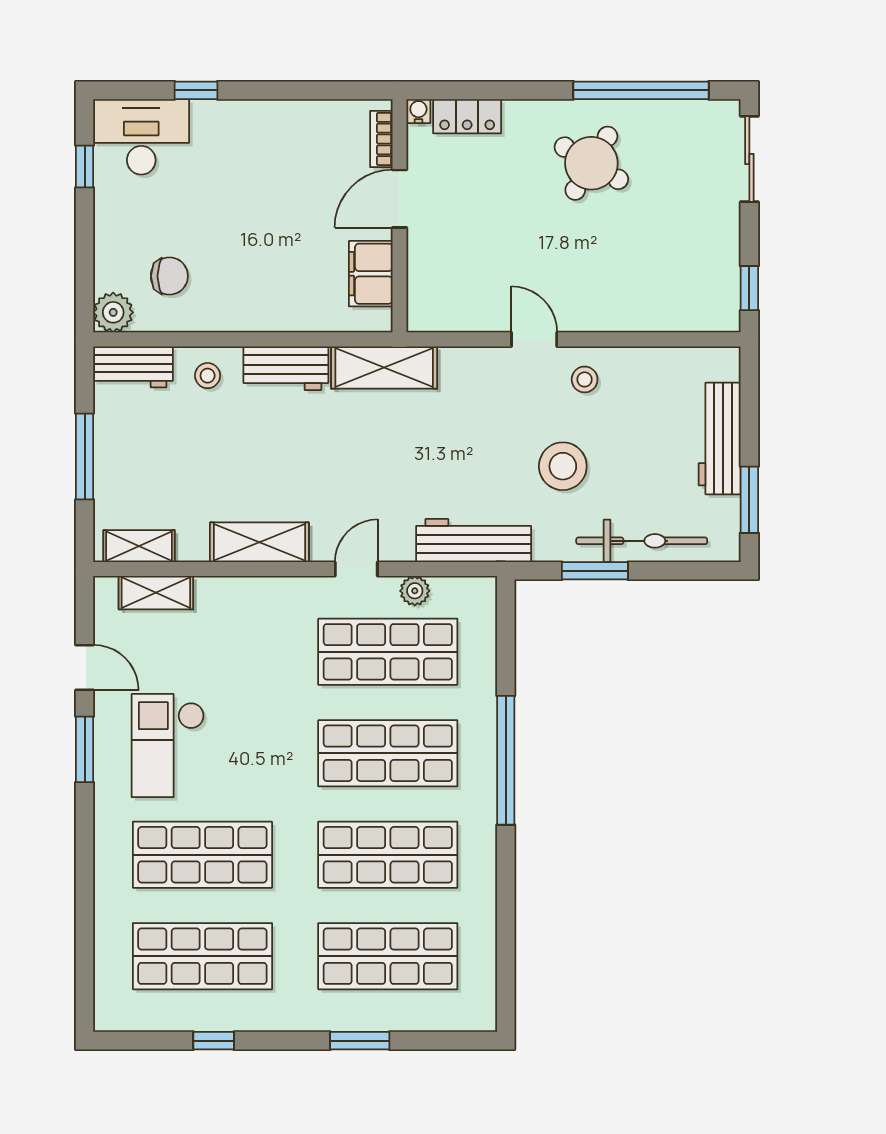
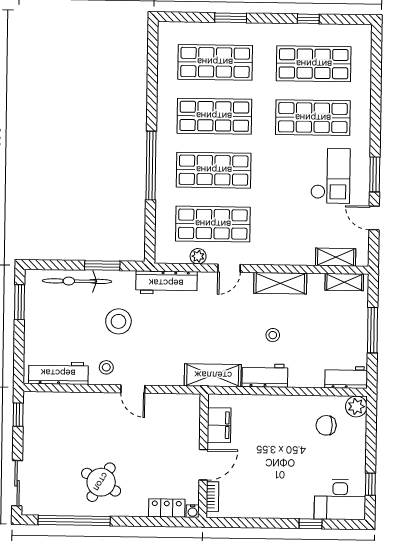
stool: (208, 376) -> (273, 335), moved
workbench: (720, 438) -> (58, 373), moved, turned -90

